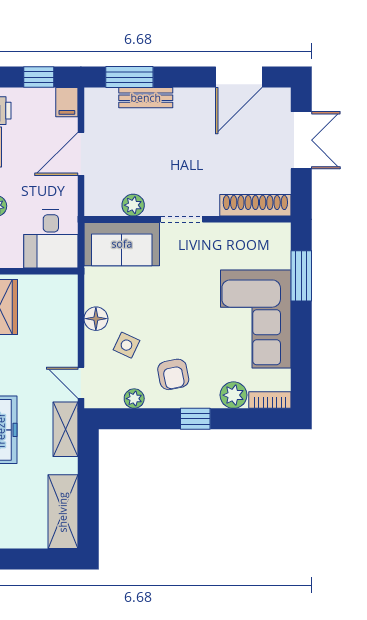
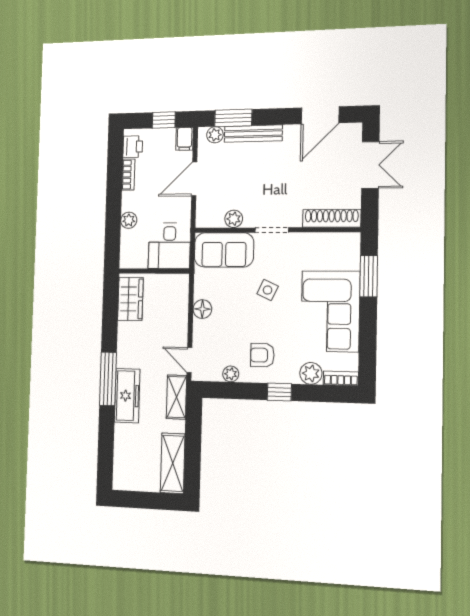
plant: (106, 98) -> (215, 135), added
bench: (146, 98) -> (253, 134), width x1.36
side table: (126, 345) -> (268, 290), moved
armchair: (173, 374) -> (262, 355), turned 101

